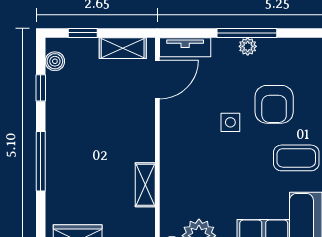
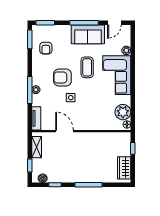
door: (157, 79) -> (65, 131), moved
armchair: (274, 104) -> (62, 78), turned 180
shelving: (145, 185) -> (99, 137), removed

